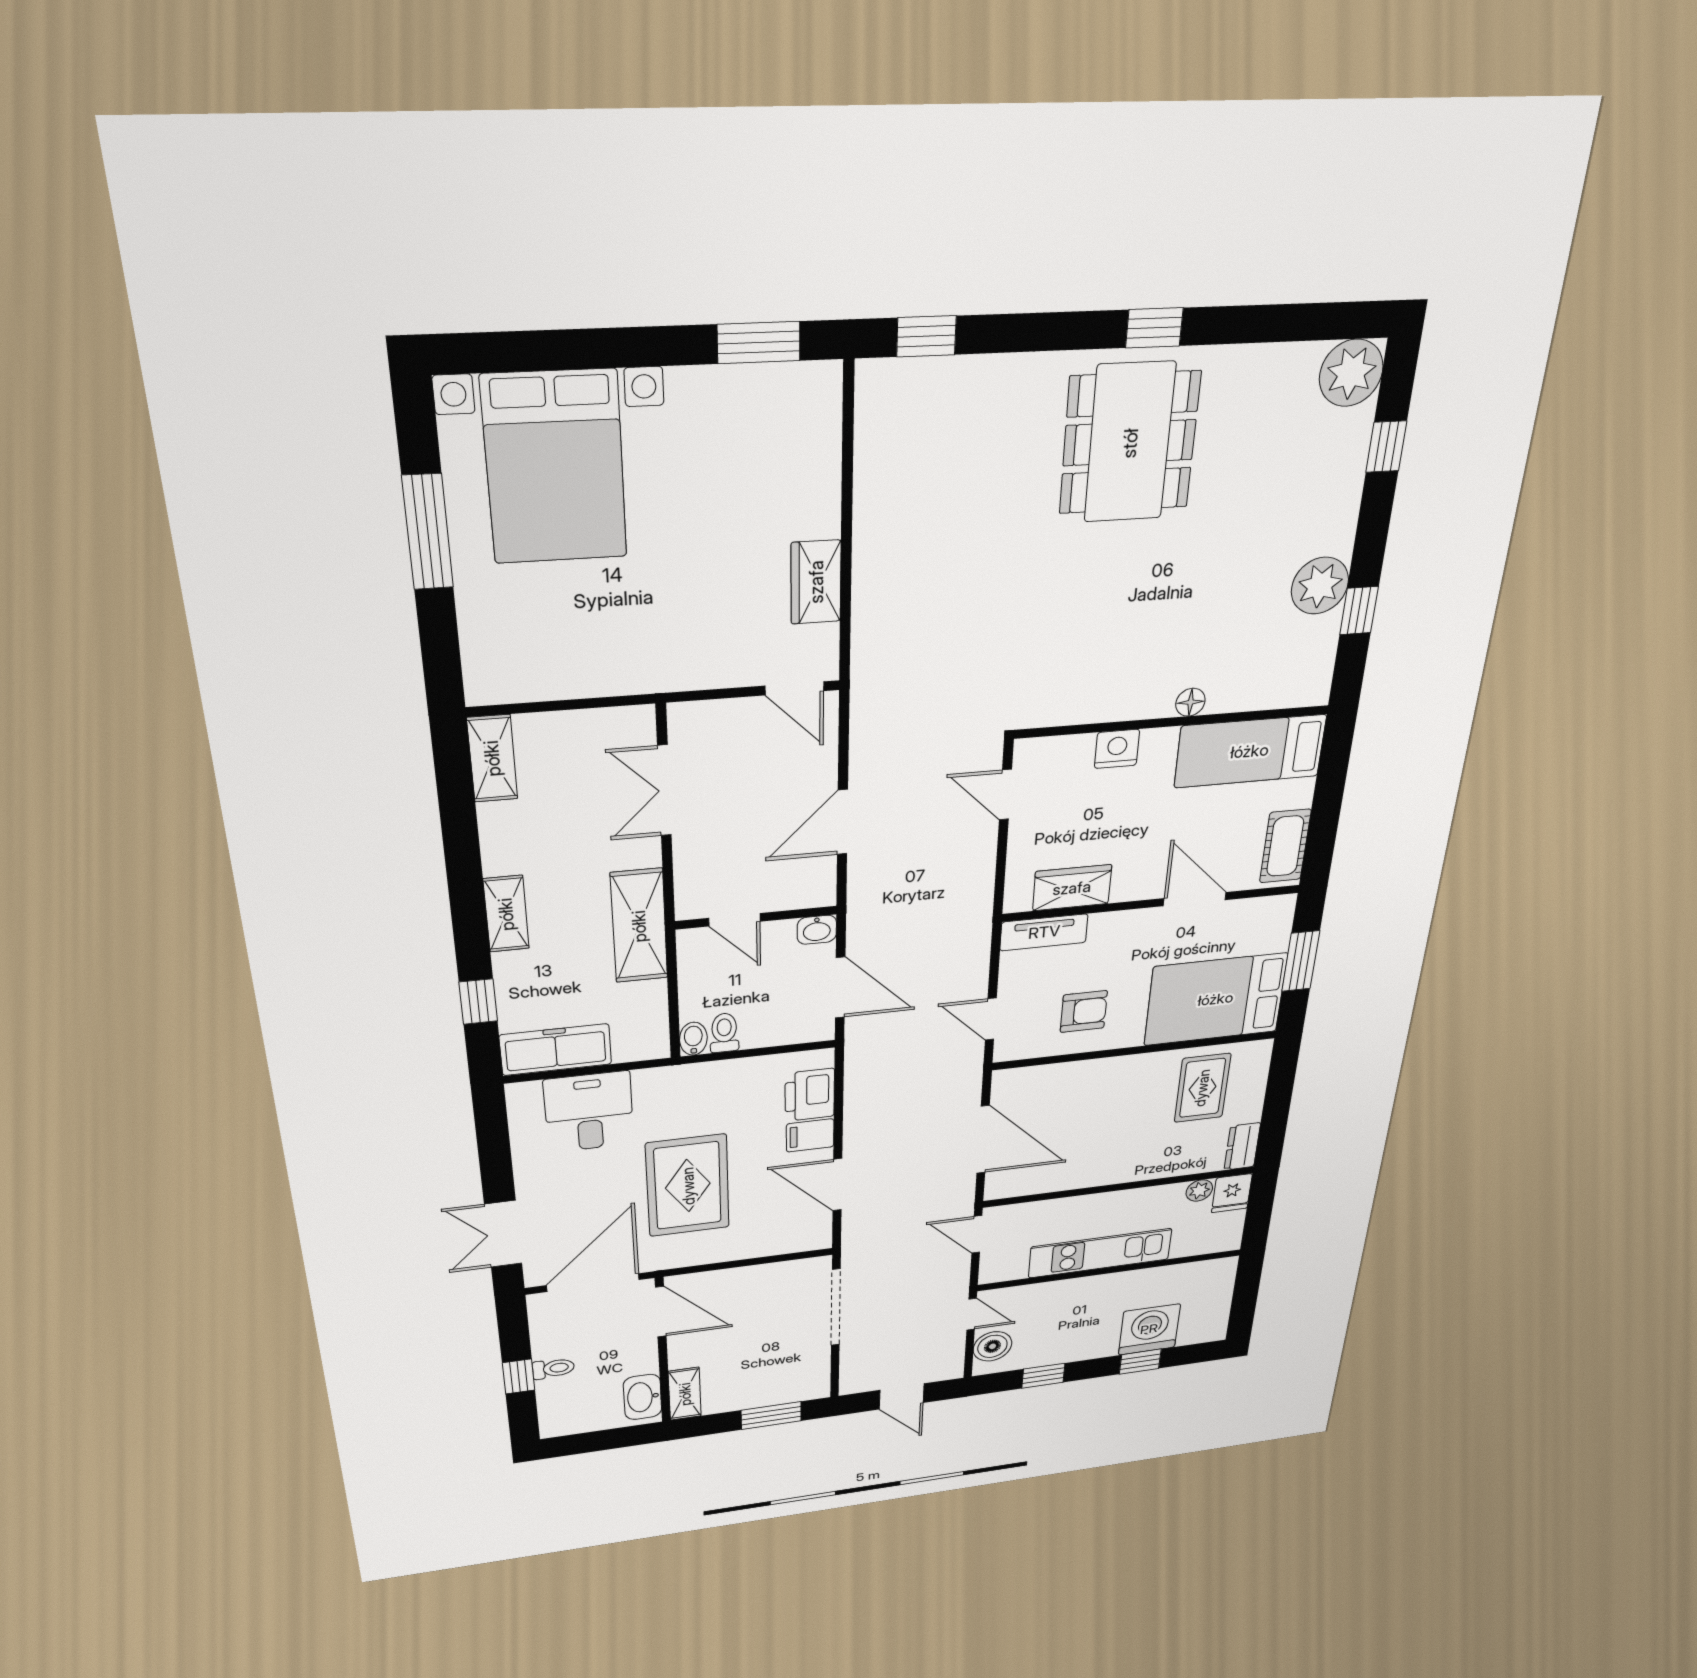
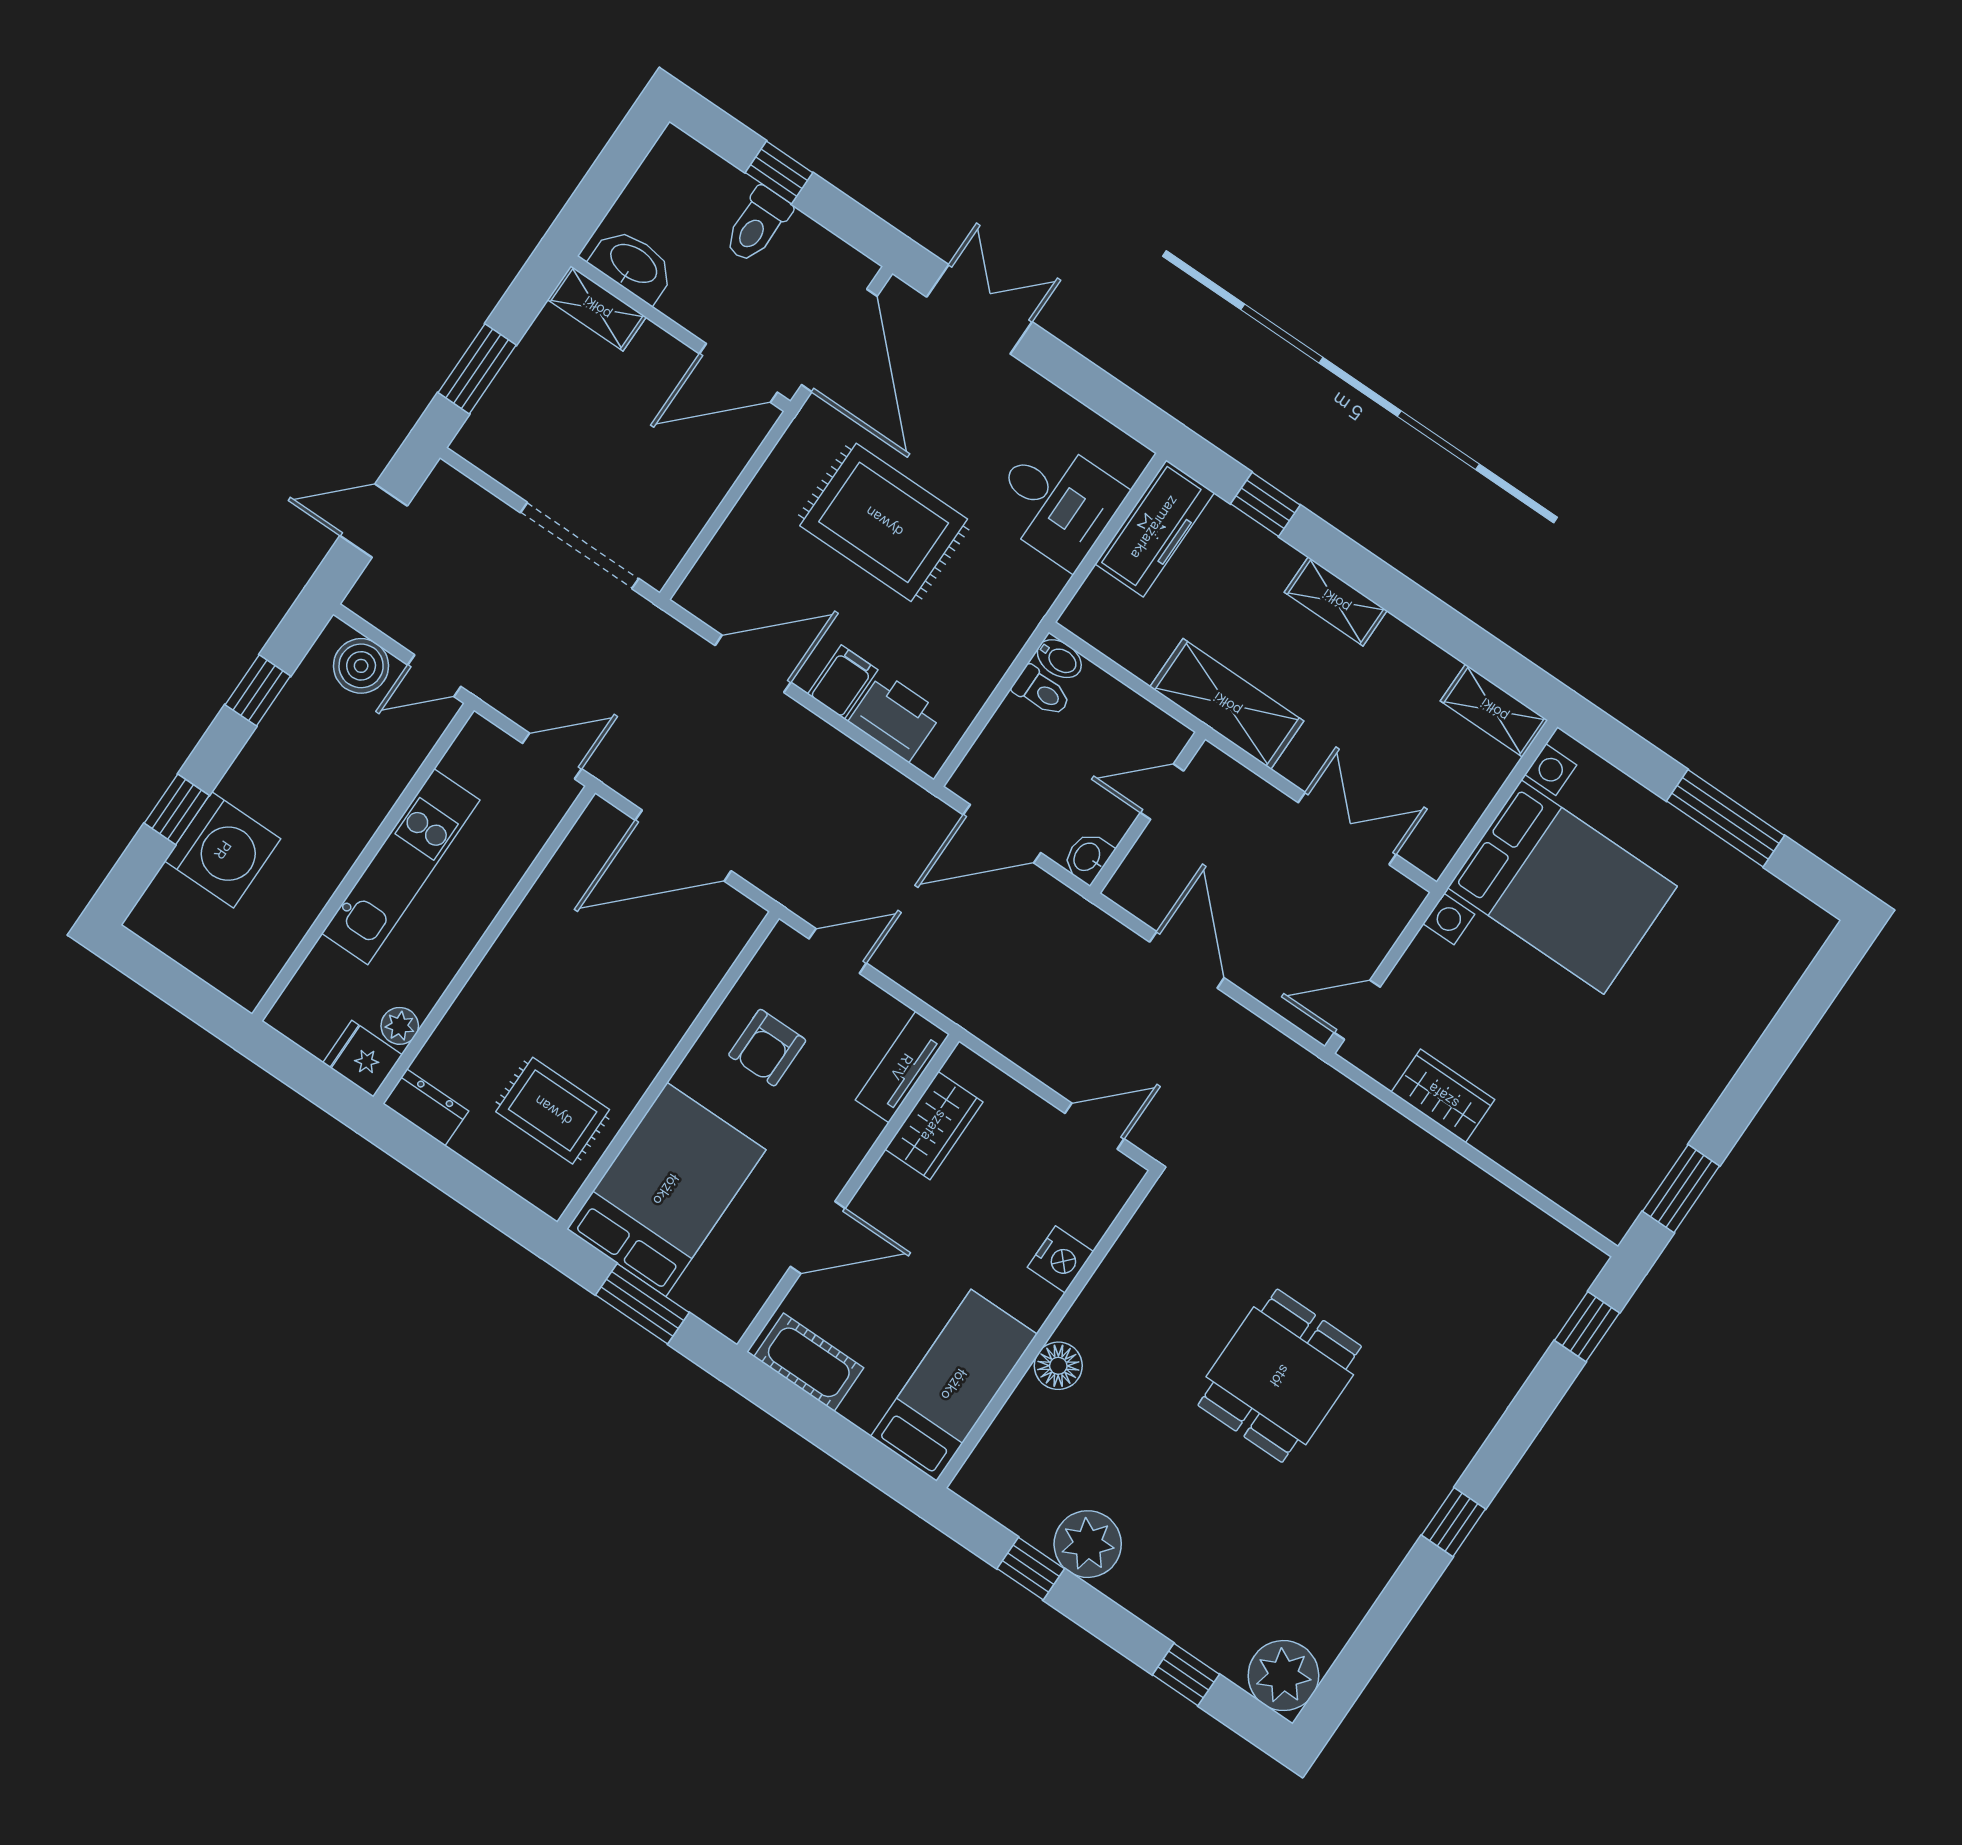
dining table: (1130, 443) -> (1280, 1376), moved, width x0.73
bed with nightstands: (555, 468) -> (1562, 887), moved, turned 180
floor lamp: (1190, 702) -> (1058, 1366), width x1.37, depth x1.37
toilet: (553, 1368) -> (757, 225), width x1.37, depth x1.39

